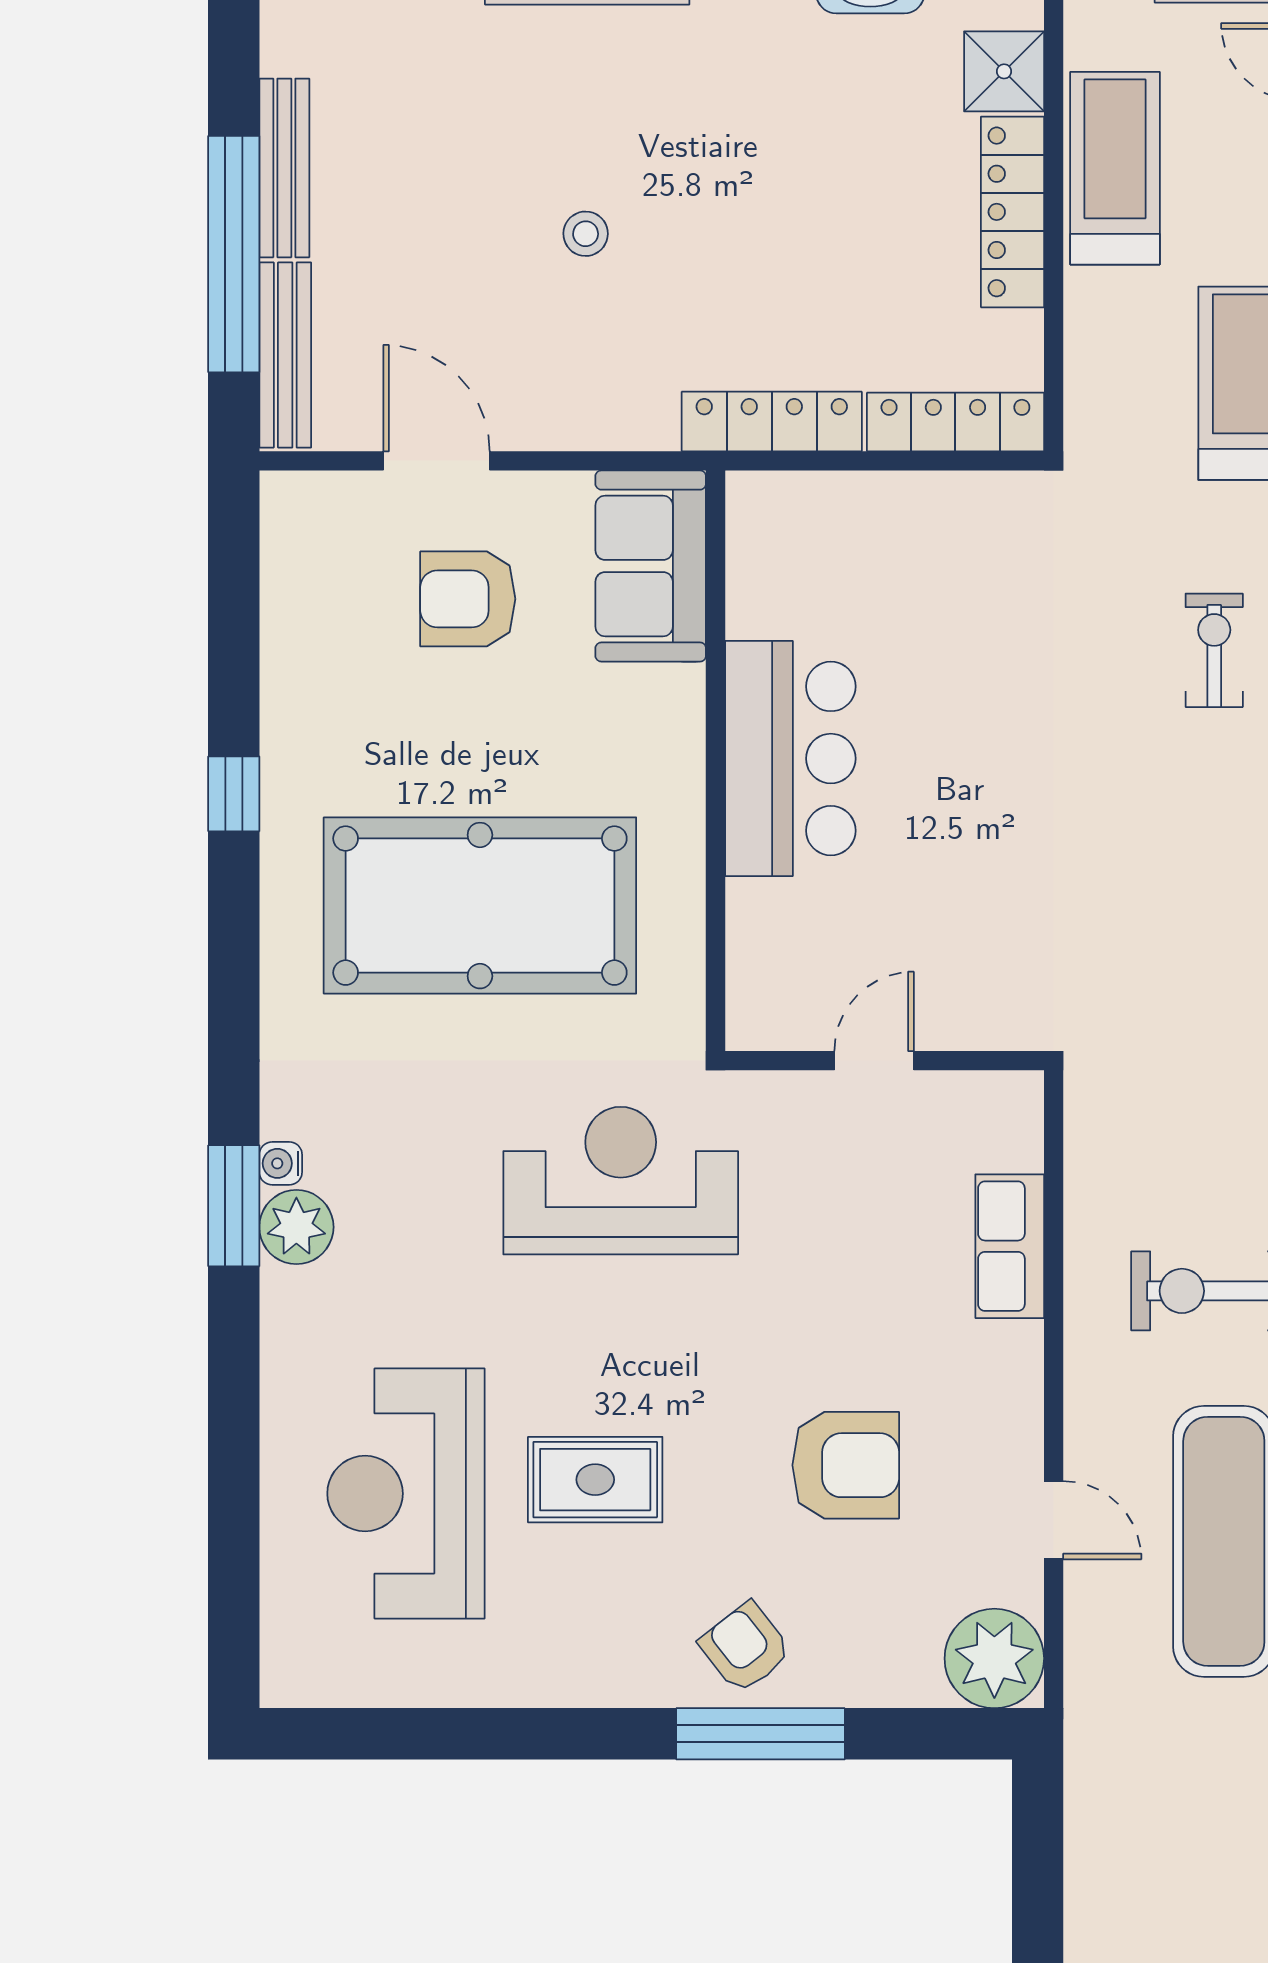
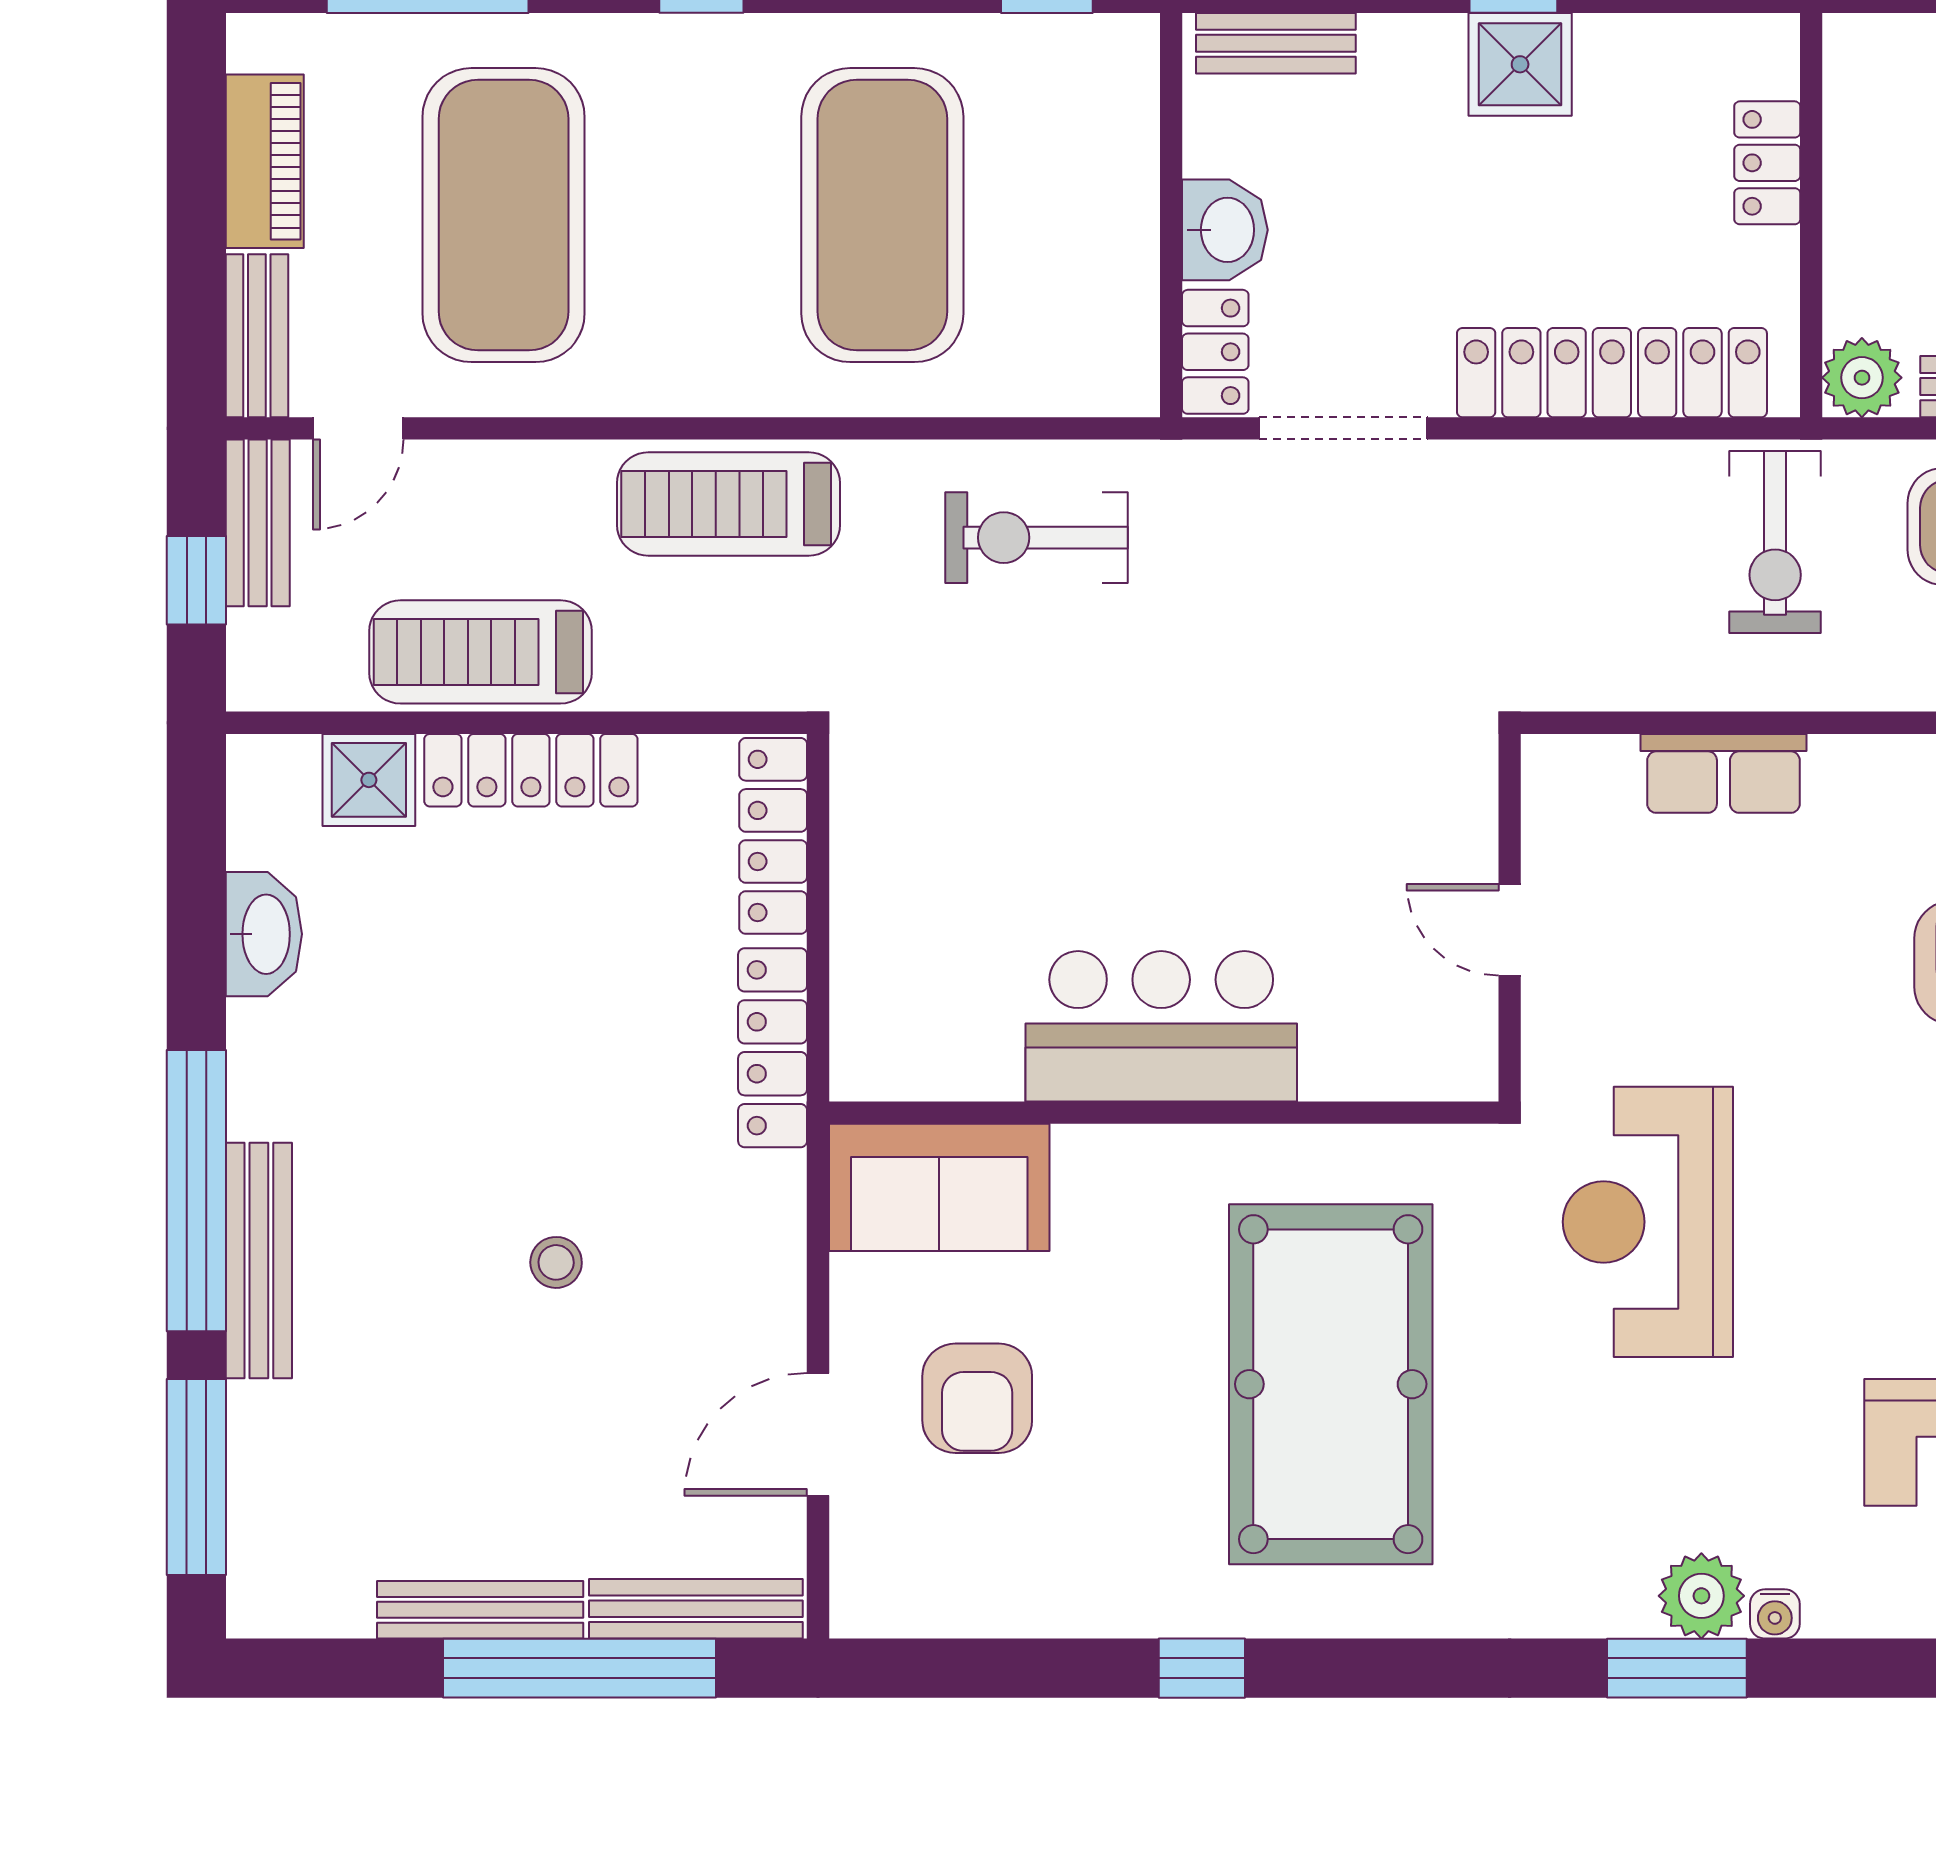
exercise bike: (1214, 650) -> (1036, 538), width x1.38, depth x1.39
water cooler: (281, 1163) -> (1775, 1614), moved

